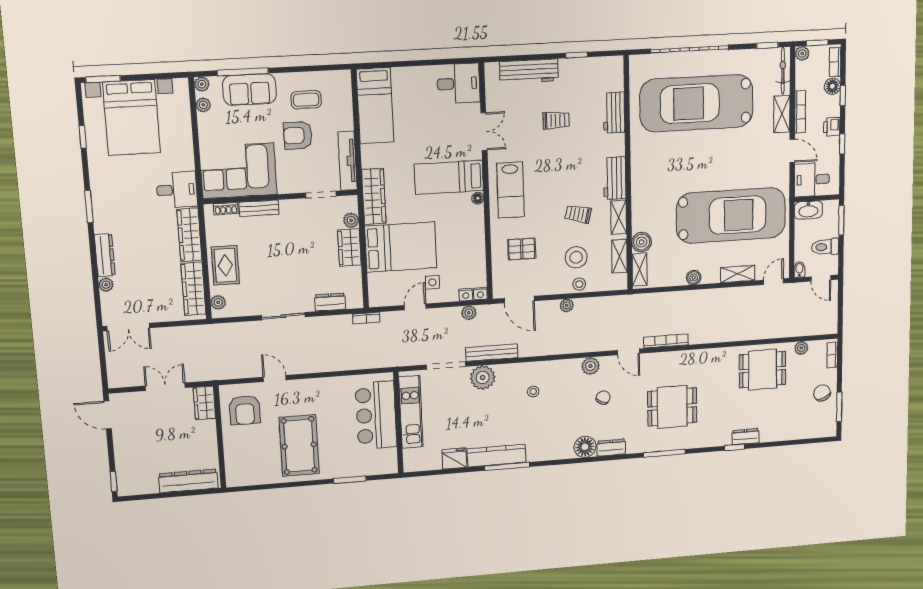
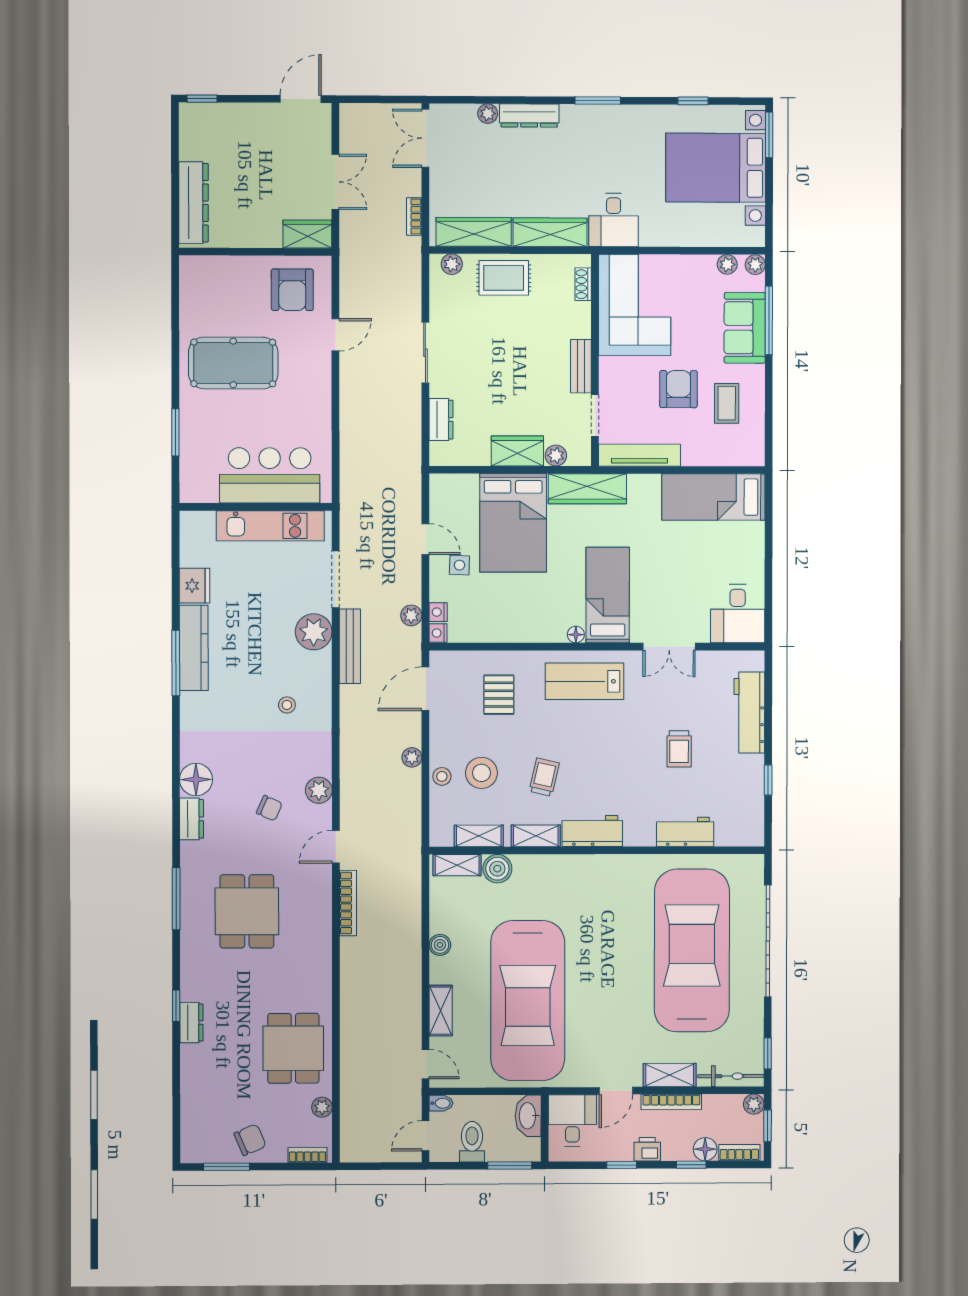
bench: (259, 208) -> (581, 366), moved
bookcase: (366, 318) -> (414, 216), moved
armchair: (245, 410) -> (292, 290), turned -90

